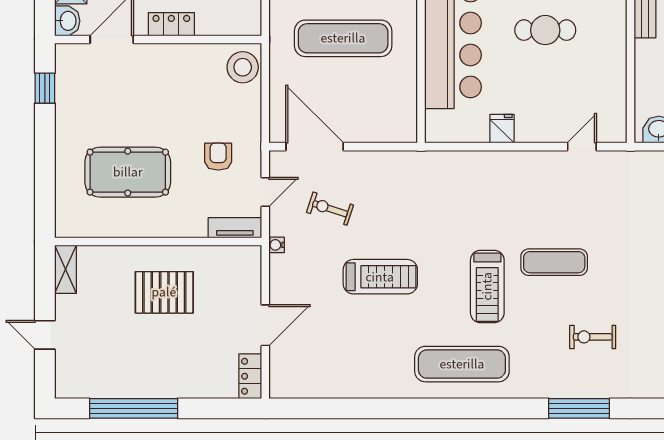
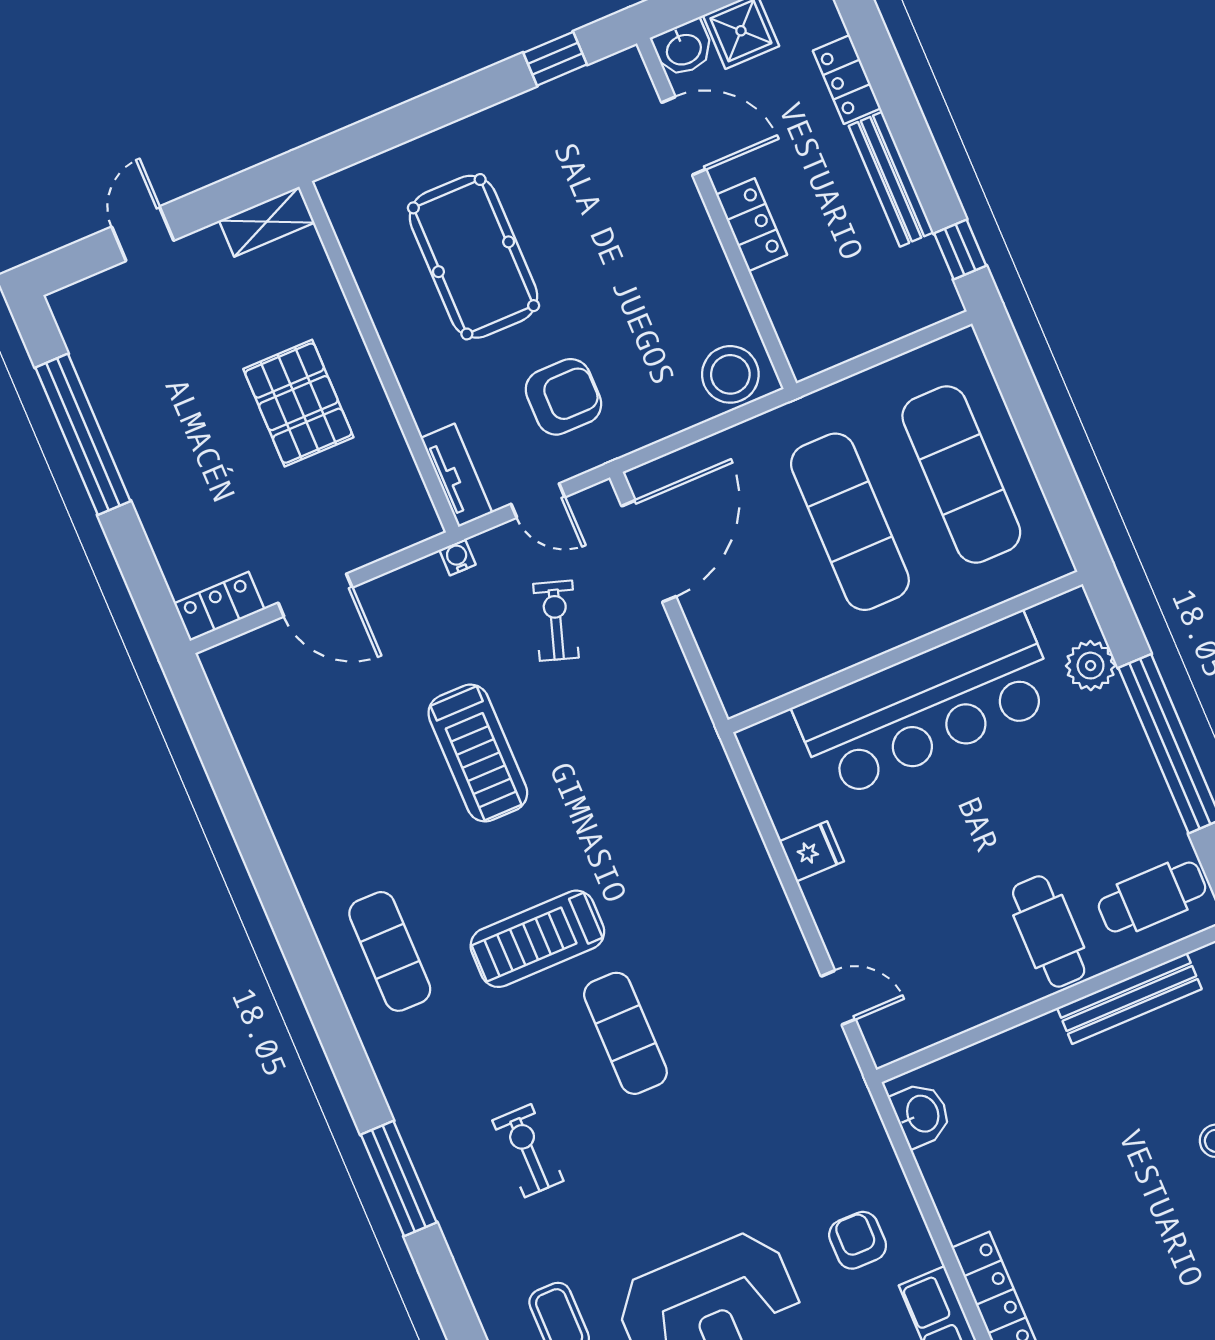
cafe table: (545, 30) -> (1049, 932), moved
armchair: (218, 157) -> (563, 397), width x1.38, depth x1.38
exercise mat: (462, 364) -> (390, 951), width x0.73, depth x0.69

